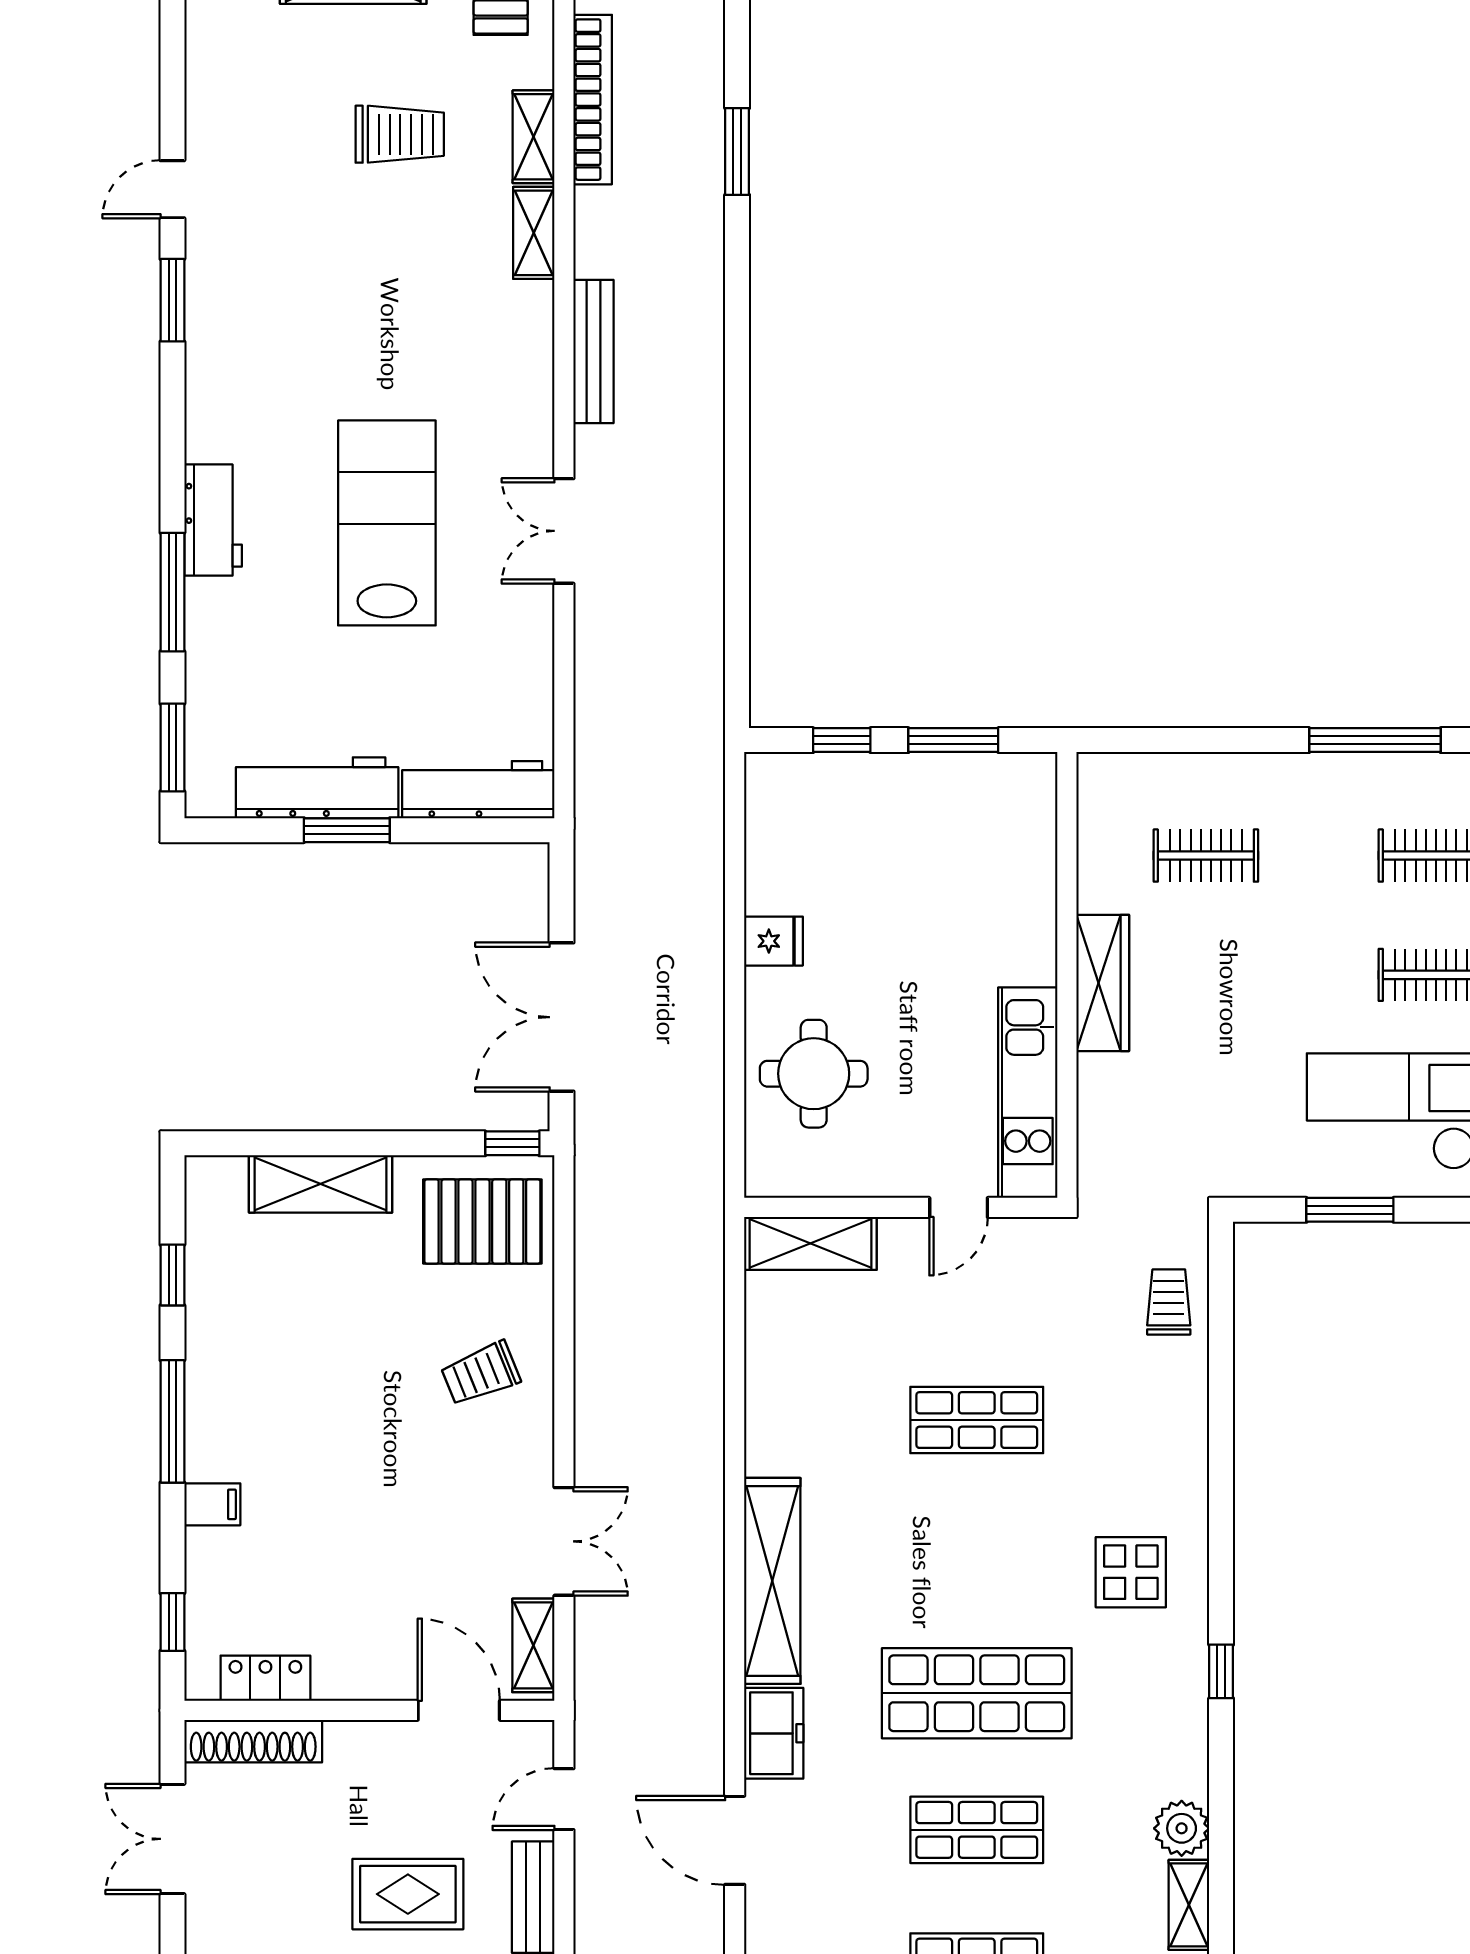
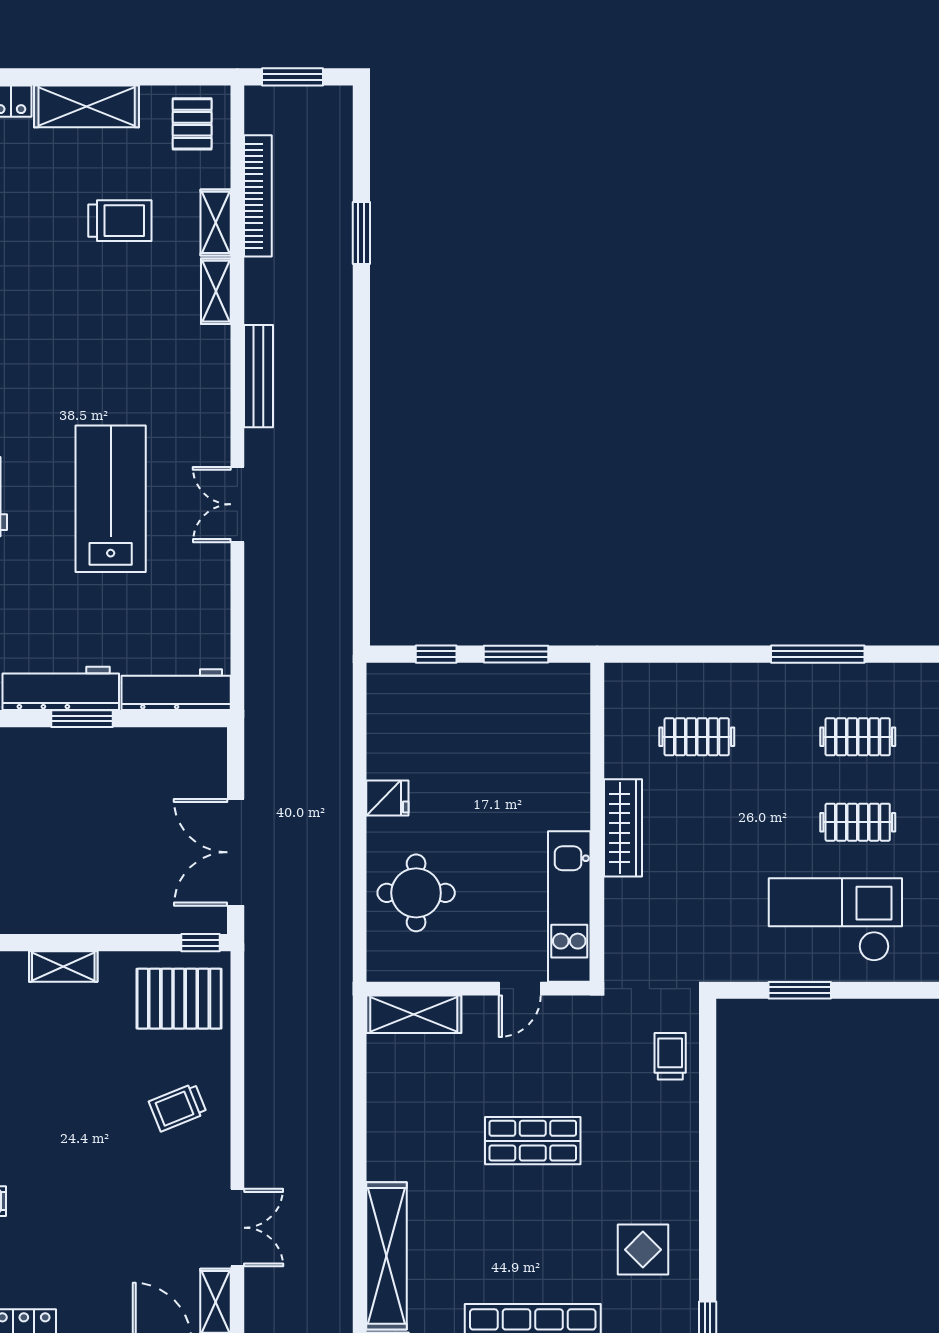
shelving: (321, 1184) -> (63, 967), width x0.67, depth x0.75

